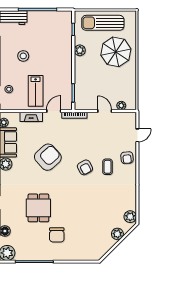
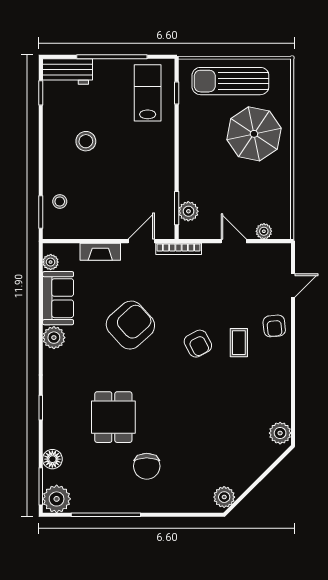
plant: (80, 50) -> (188, 211), moved
lab bench: (36, 91) -> (148, 93), moved, turned 180
plant: (117, 234) -> (224, 497), moved

